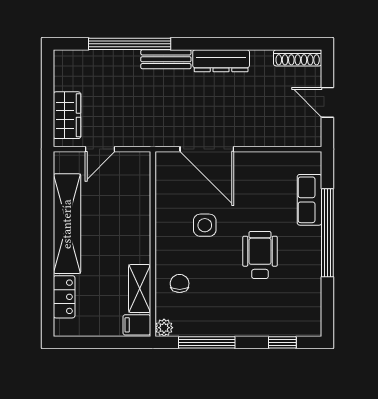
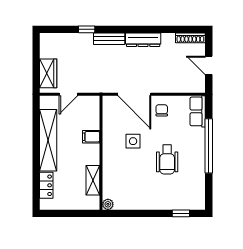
window: (130, 44) -> (87, 29), width x0.32
row of seats: (309, 200) -> (198, 111), moved
wheelchair: (260, 255) -> (167, 160), turned 180
chair: (180, 283) -> (162, 110), moved
filing cabinet: (137, 325) -> (91, 137), moved
window: (207, 342) -> (134, 213), removed

